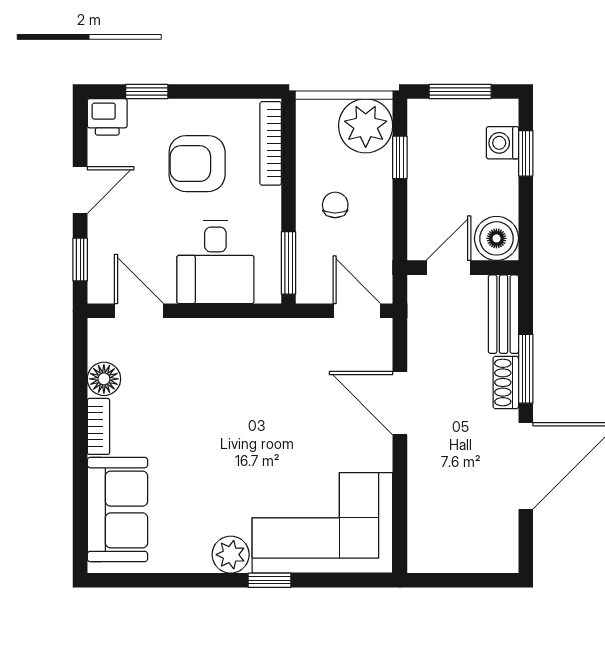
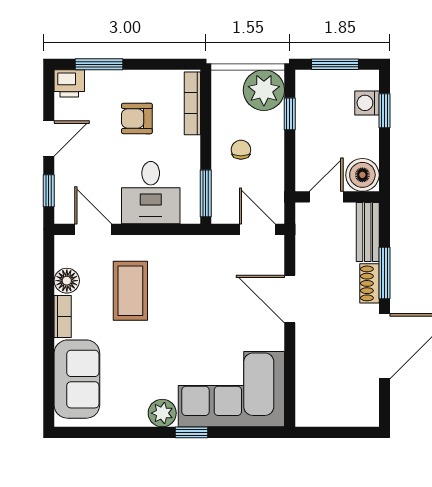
window: (147, 92) -> (99, 64), width x1.50
armchair: (197, 164) -> (137, 118), width x0.72, depth x0.72
coffee table: (188, 392) -> (130, 291), added

